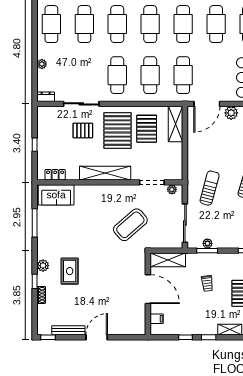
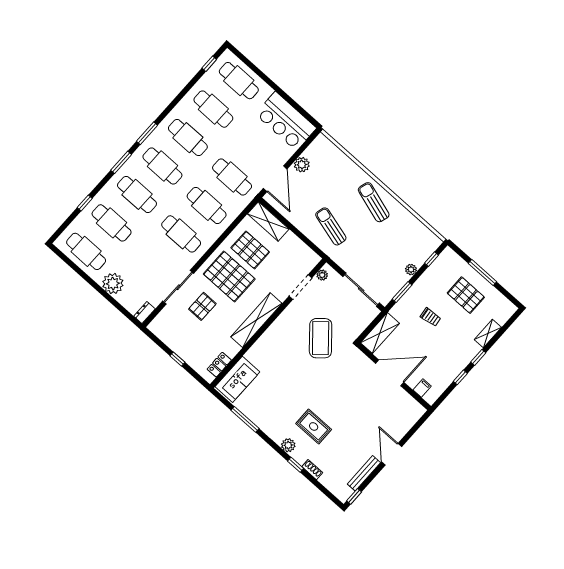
plant: (42, 64) -> (113, 284), width x1.87, depth x1.87
sun lounger: (210, 188) -> (331, 226), moved
plant: (207, 243) -> (411, 270), moved

